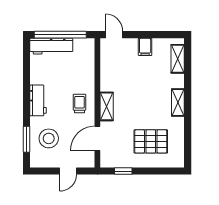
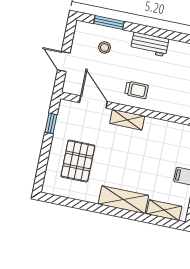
shelving: (178, 103) -> (123, 200), width x1.50, depth x1.33
stool: (49, 138) -> (105, 47), width x0.53, depth x0.53

